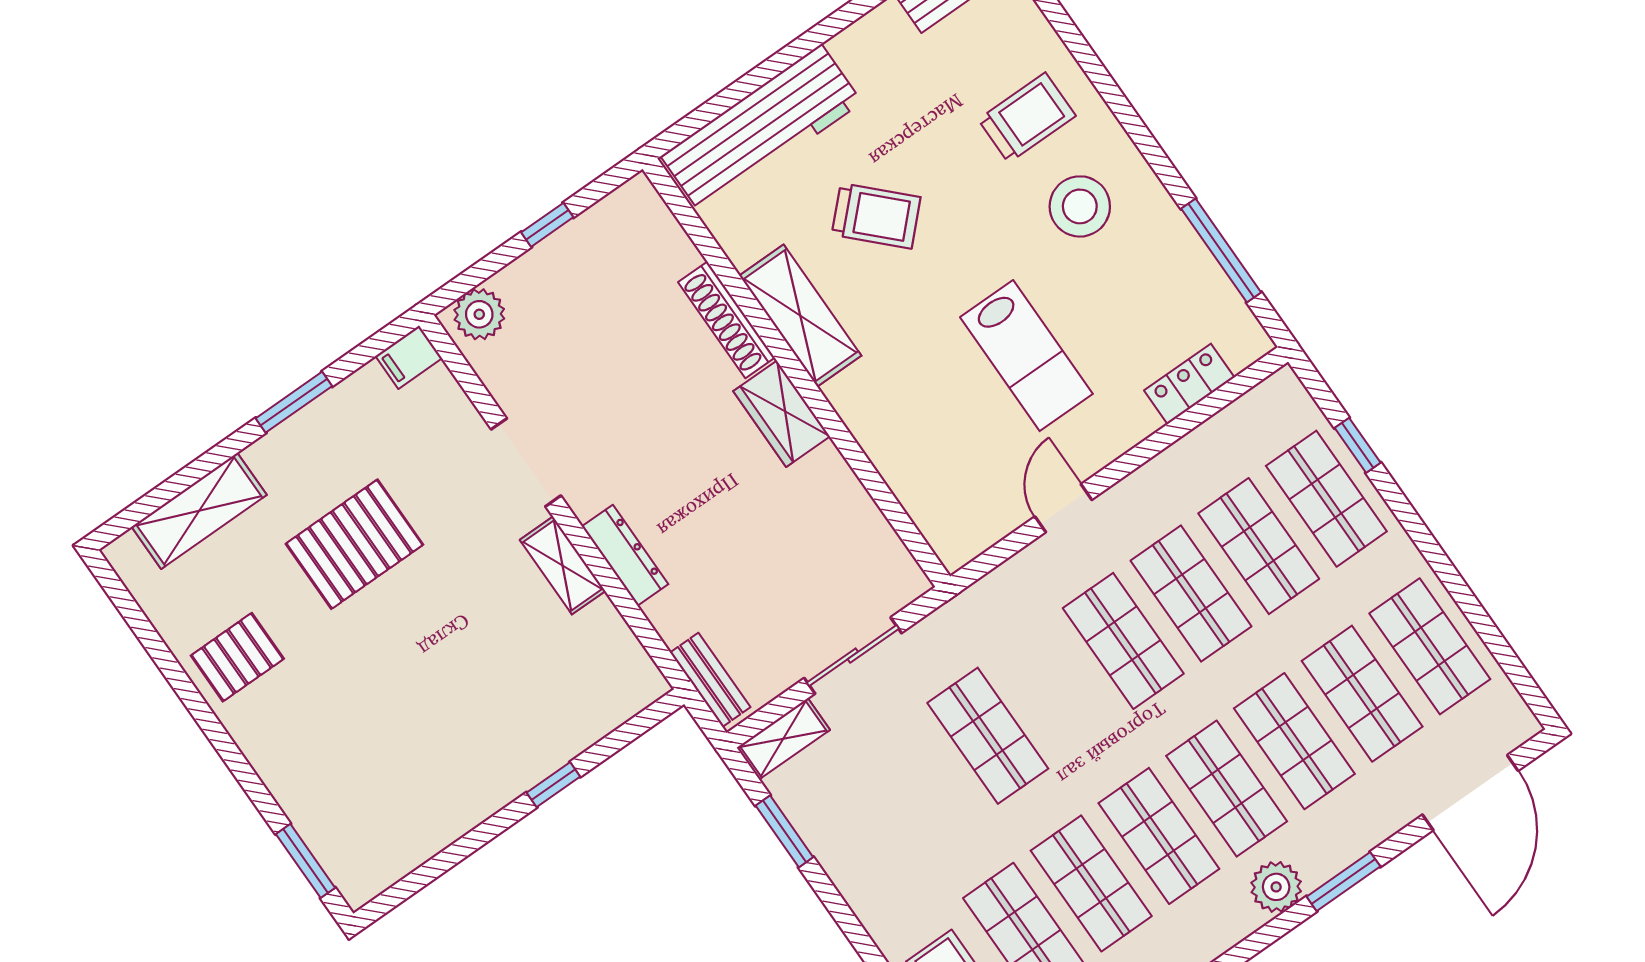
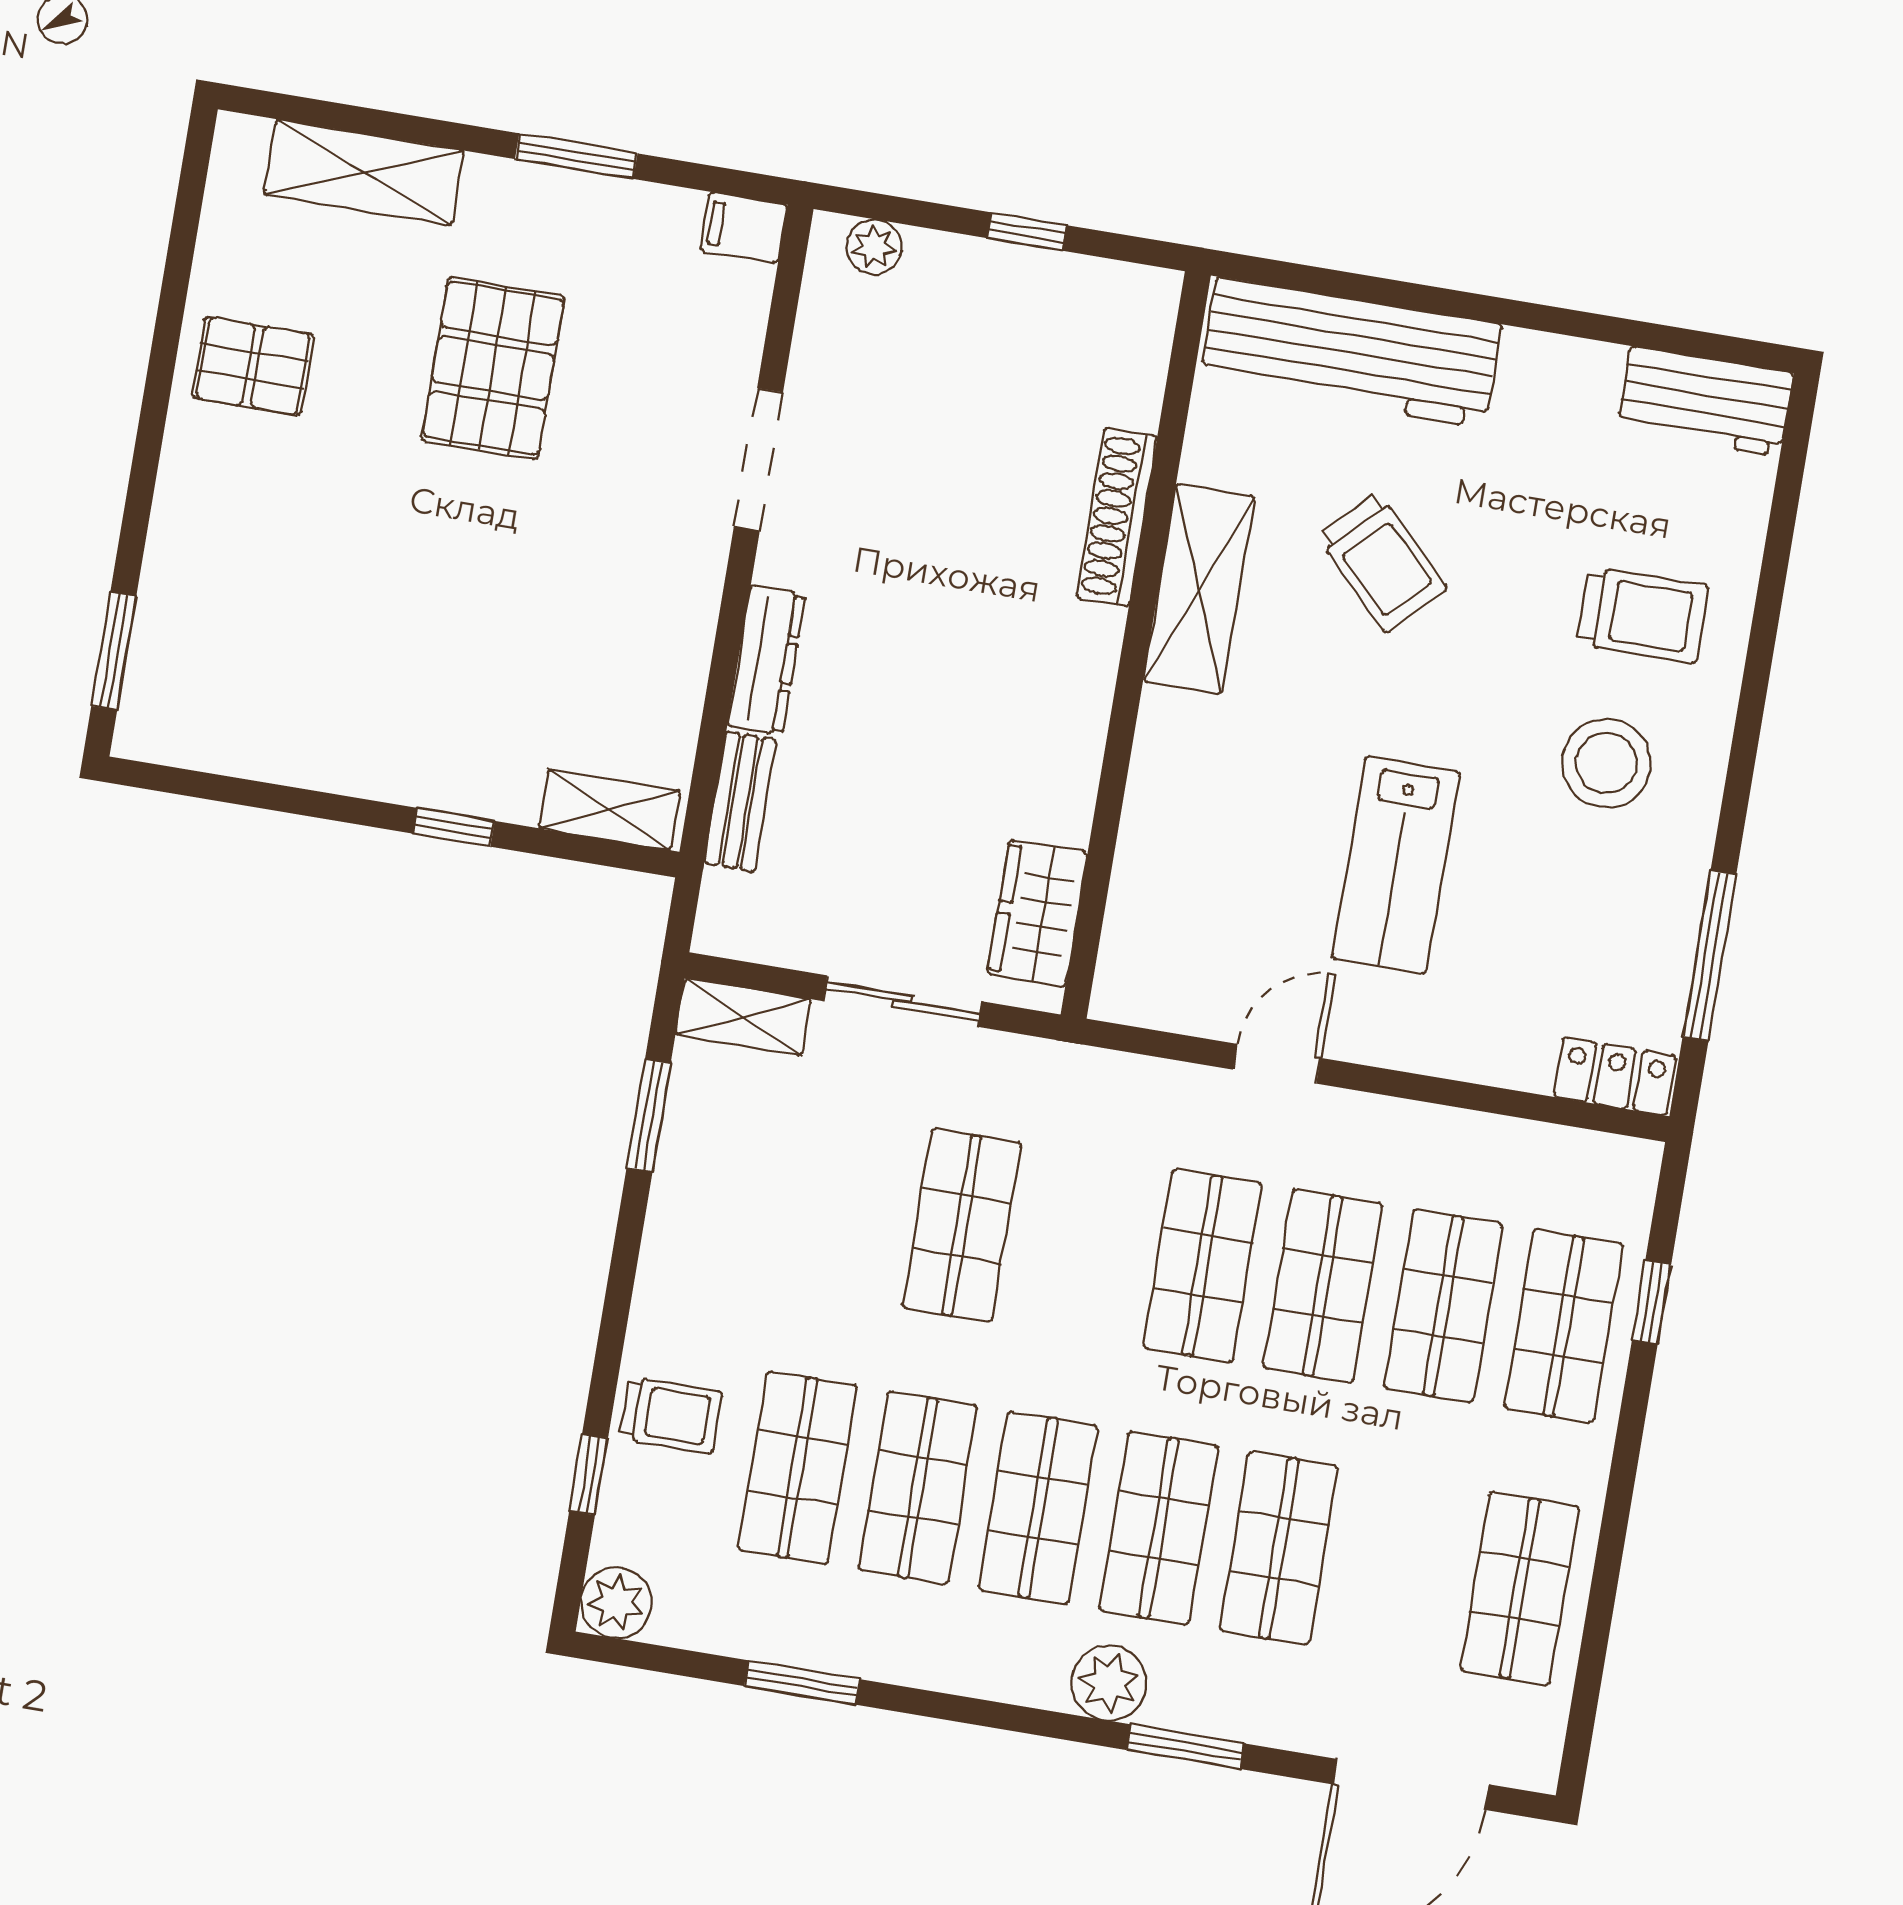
plant: (479, 314) -> (874, 247), width x0.73, depth x0.73
locker: (1189, 384) -> (1615, 1076), moved
wardrobe: (782, 414) -> (1037, 913), moved
pallet: (354, 544) -> (493, 368), turned 90
shelving: (563, 565) -> (610, 810), moved, turned 90
bench: (710, 680) -> (740, 802), moved
shop shelf: (1362, 694) -> (1399, 1568), removed

